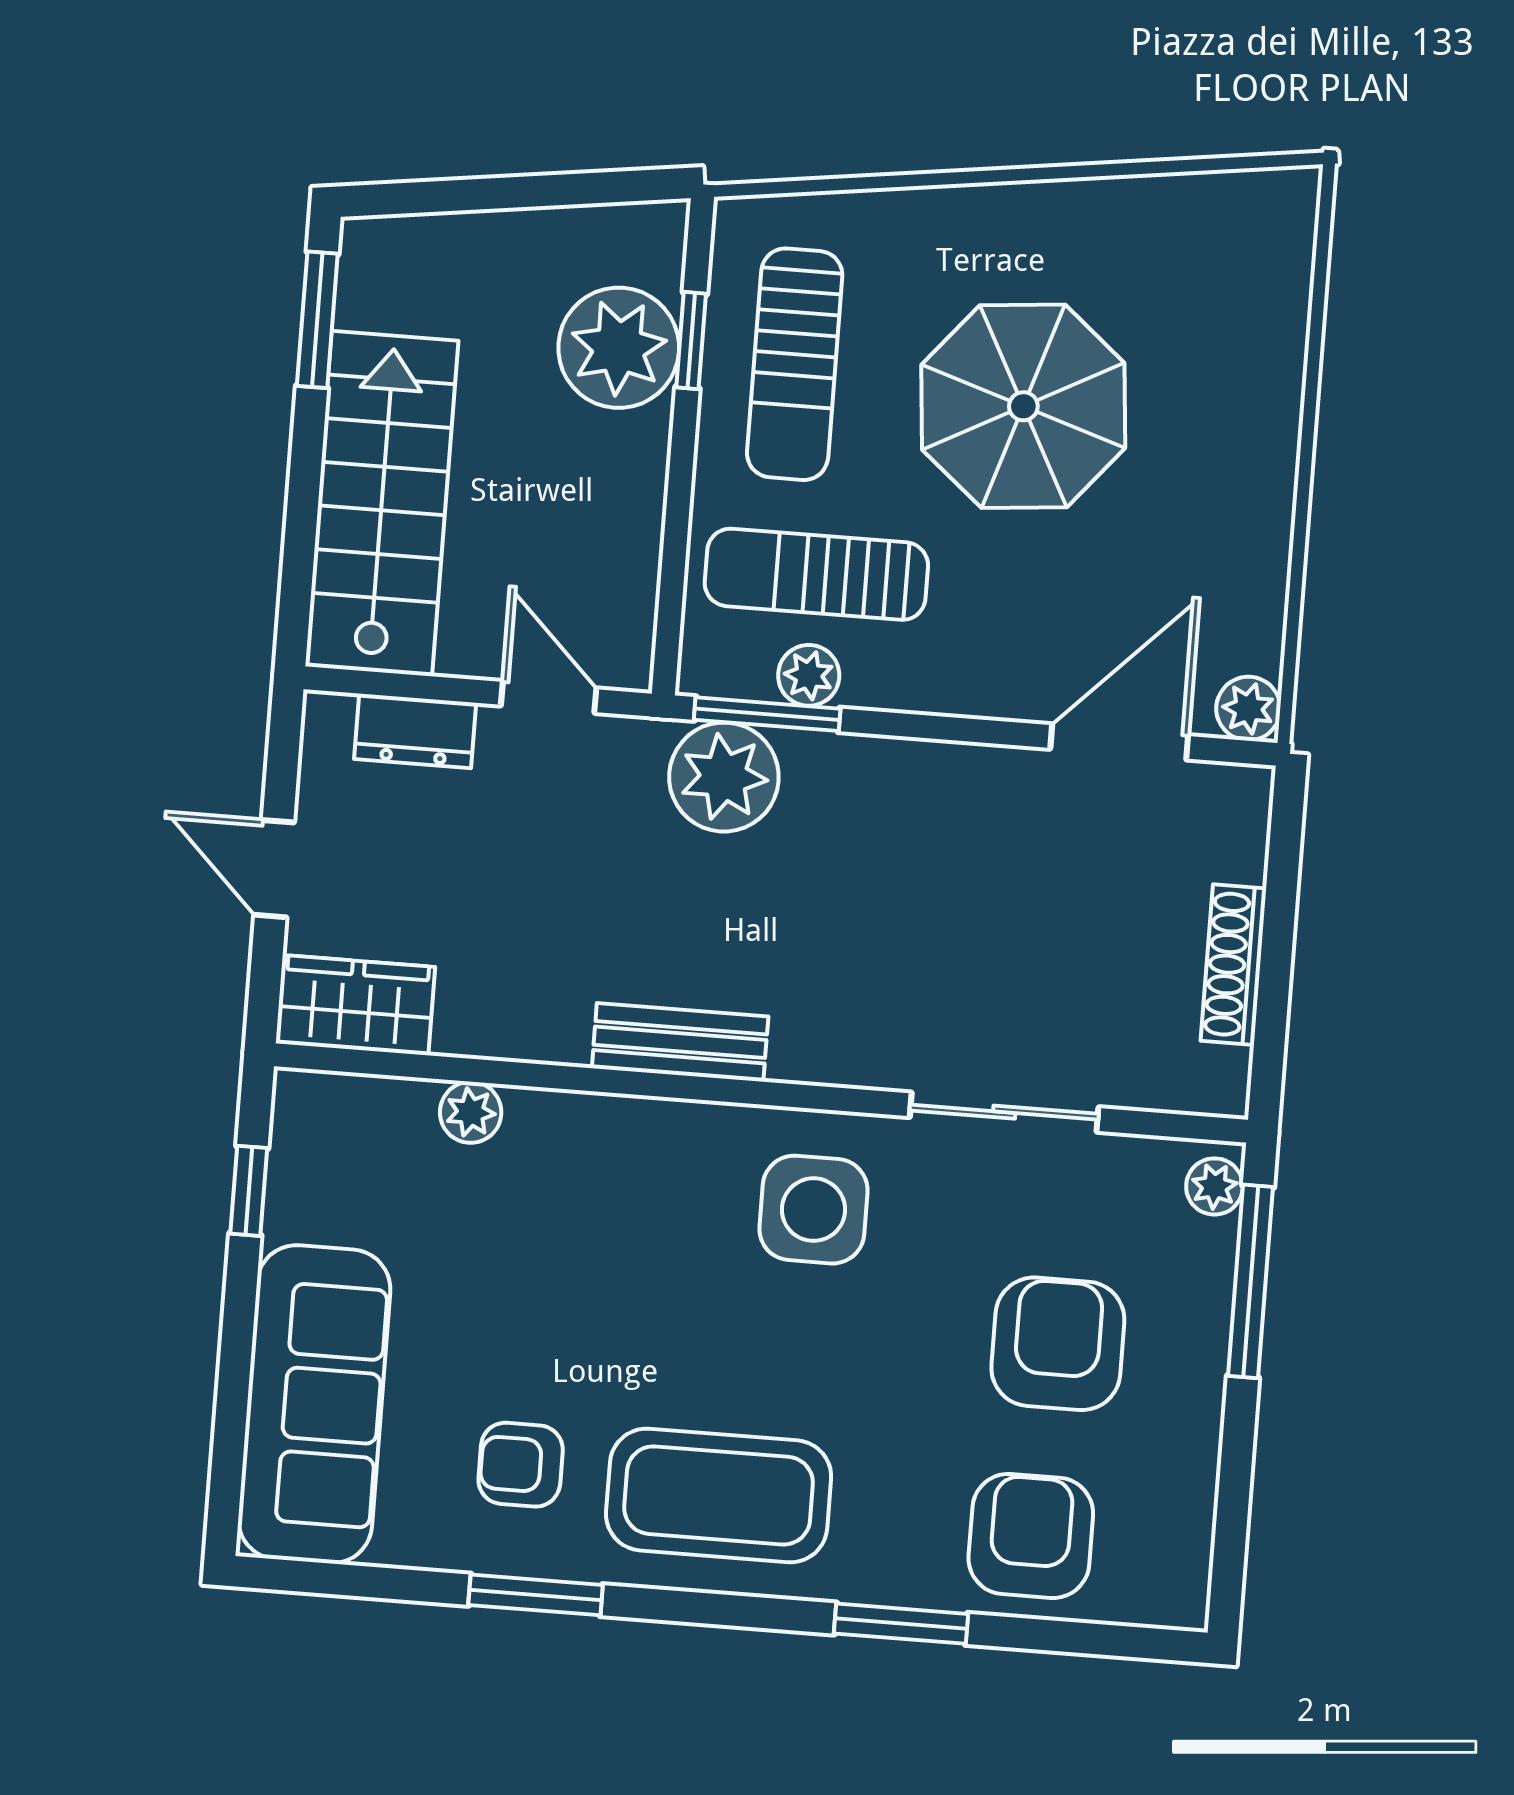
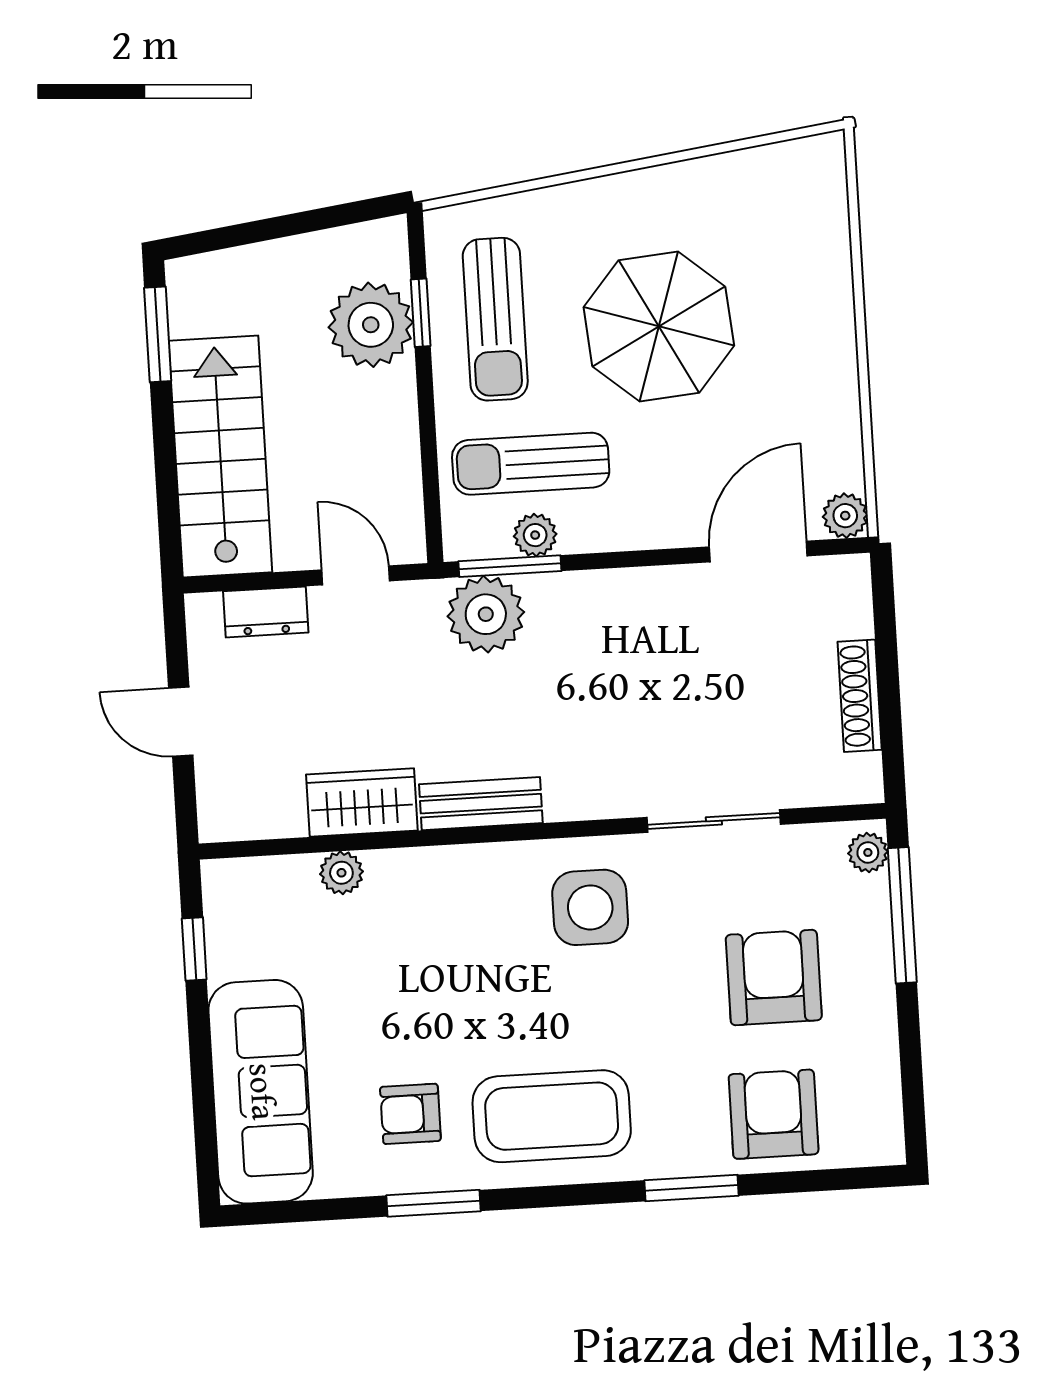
wardrobe: (355, 1005) -> (362, 803), moved

